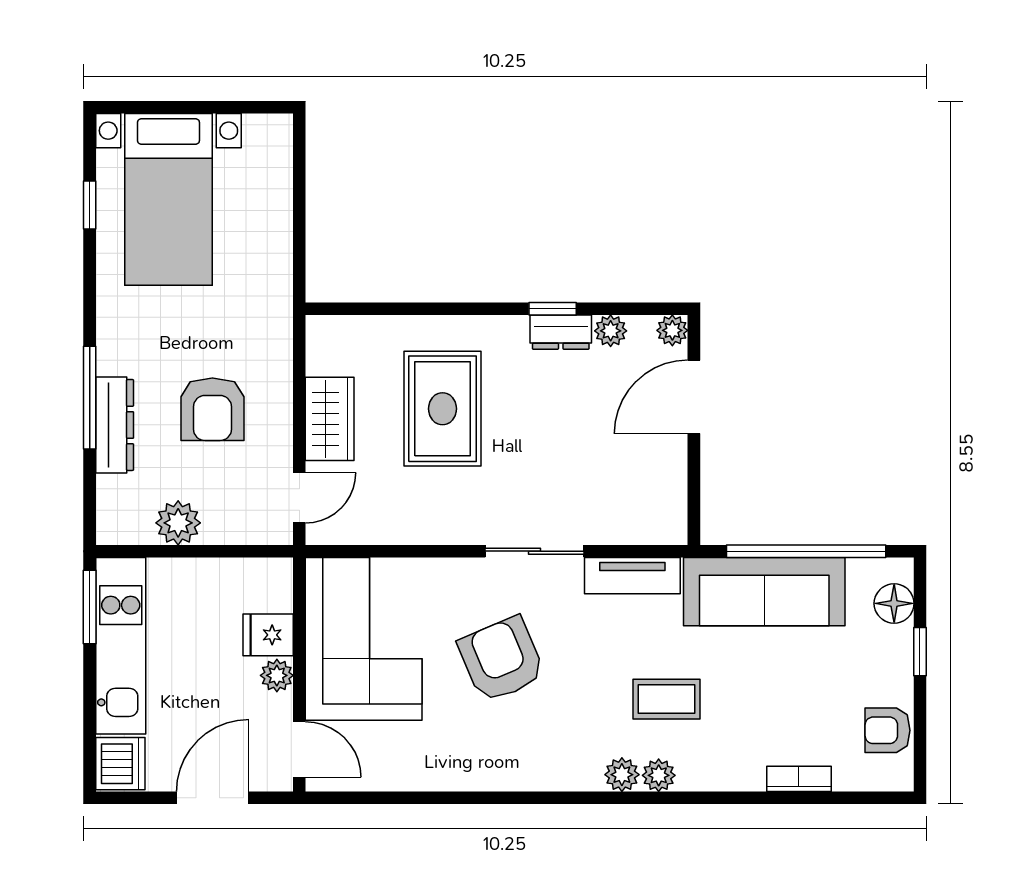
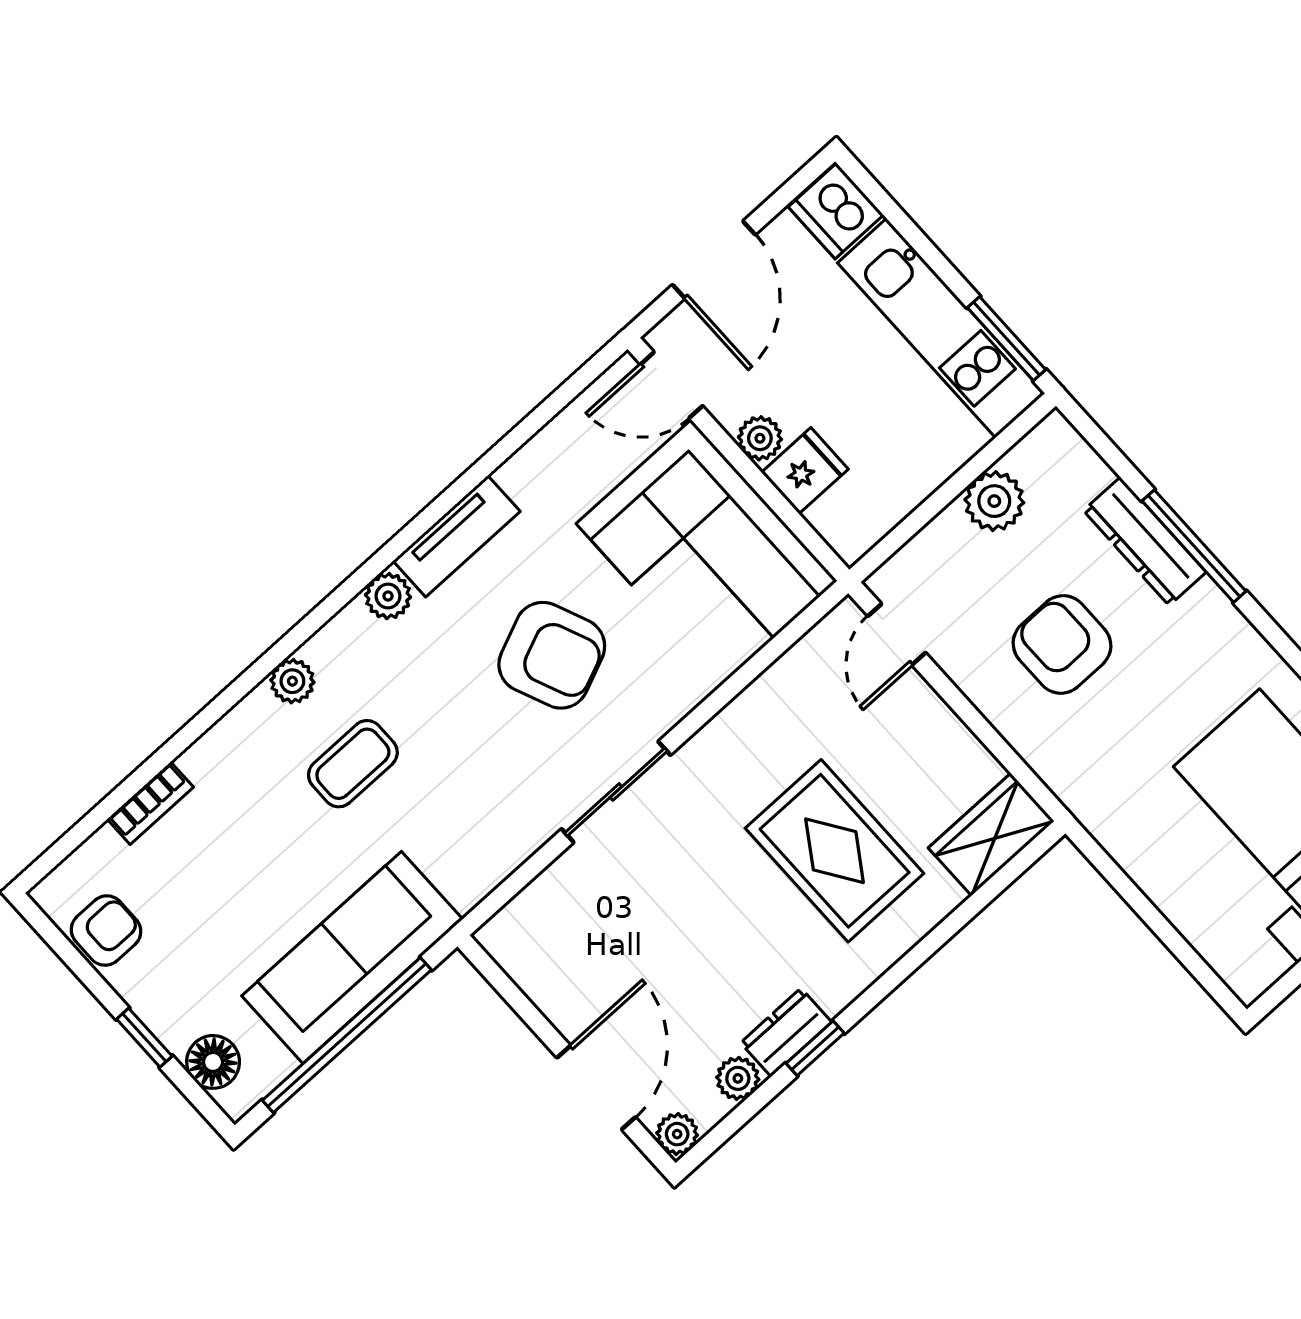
wardrobe: (330, 419) -> (991, 834), moved, turned 90
tv unit: (632, 576) -> (457, 536), moved, turned 180
plant: (622, 775) -> (388, 596), moved

